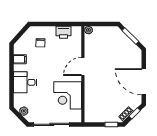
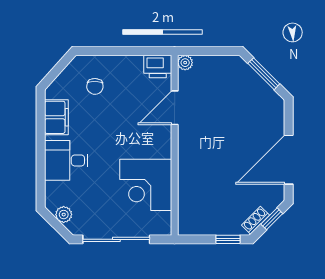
printer: (63, 32) -> (158, 66), moved
filing cabinet: (20, 59) -> (56, 117), width x2.00
door: (83, 67) -> (175, 108), moved
door: (144, 82) -> (289, 160), hinge flipped

